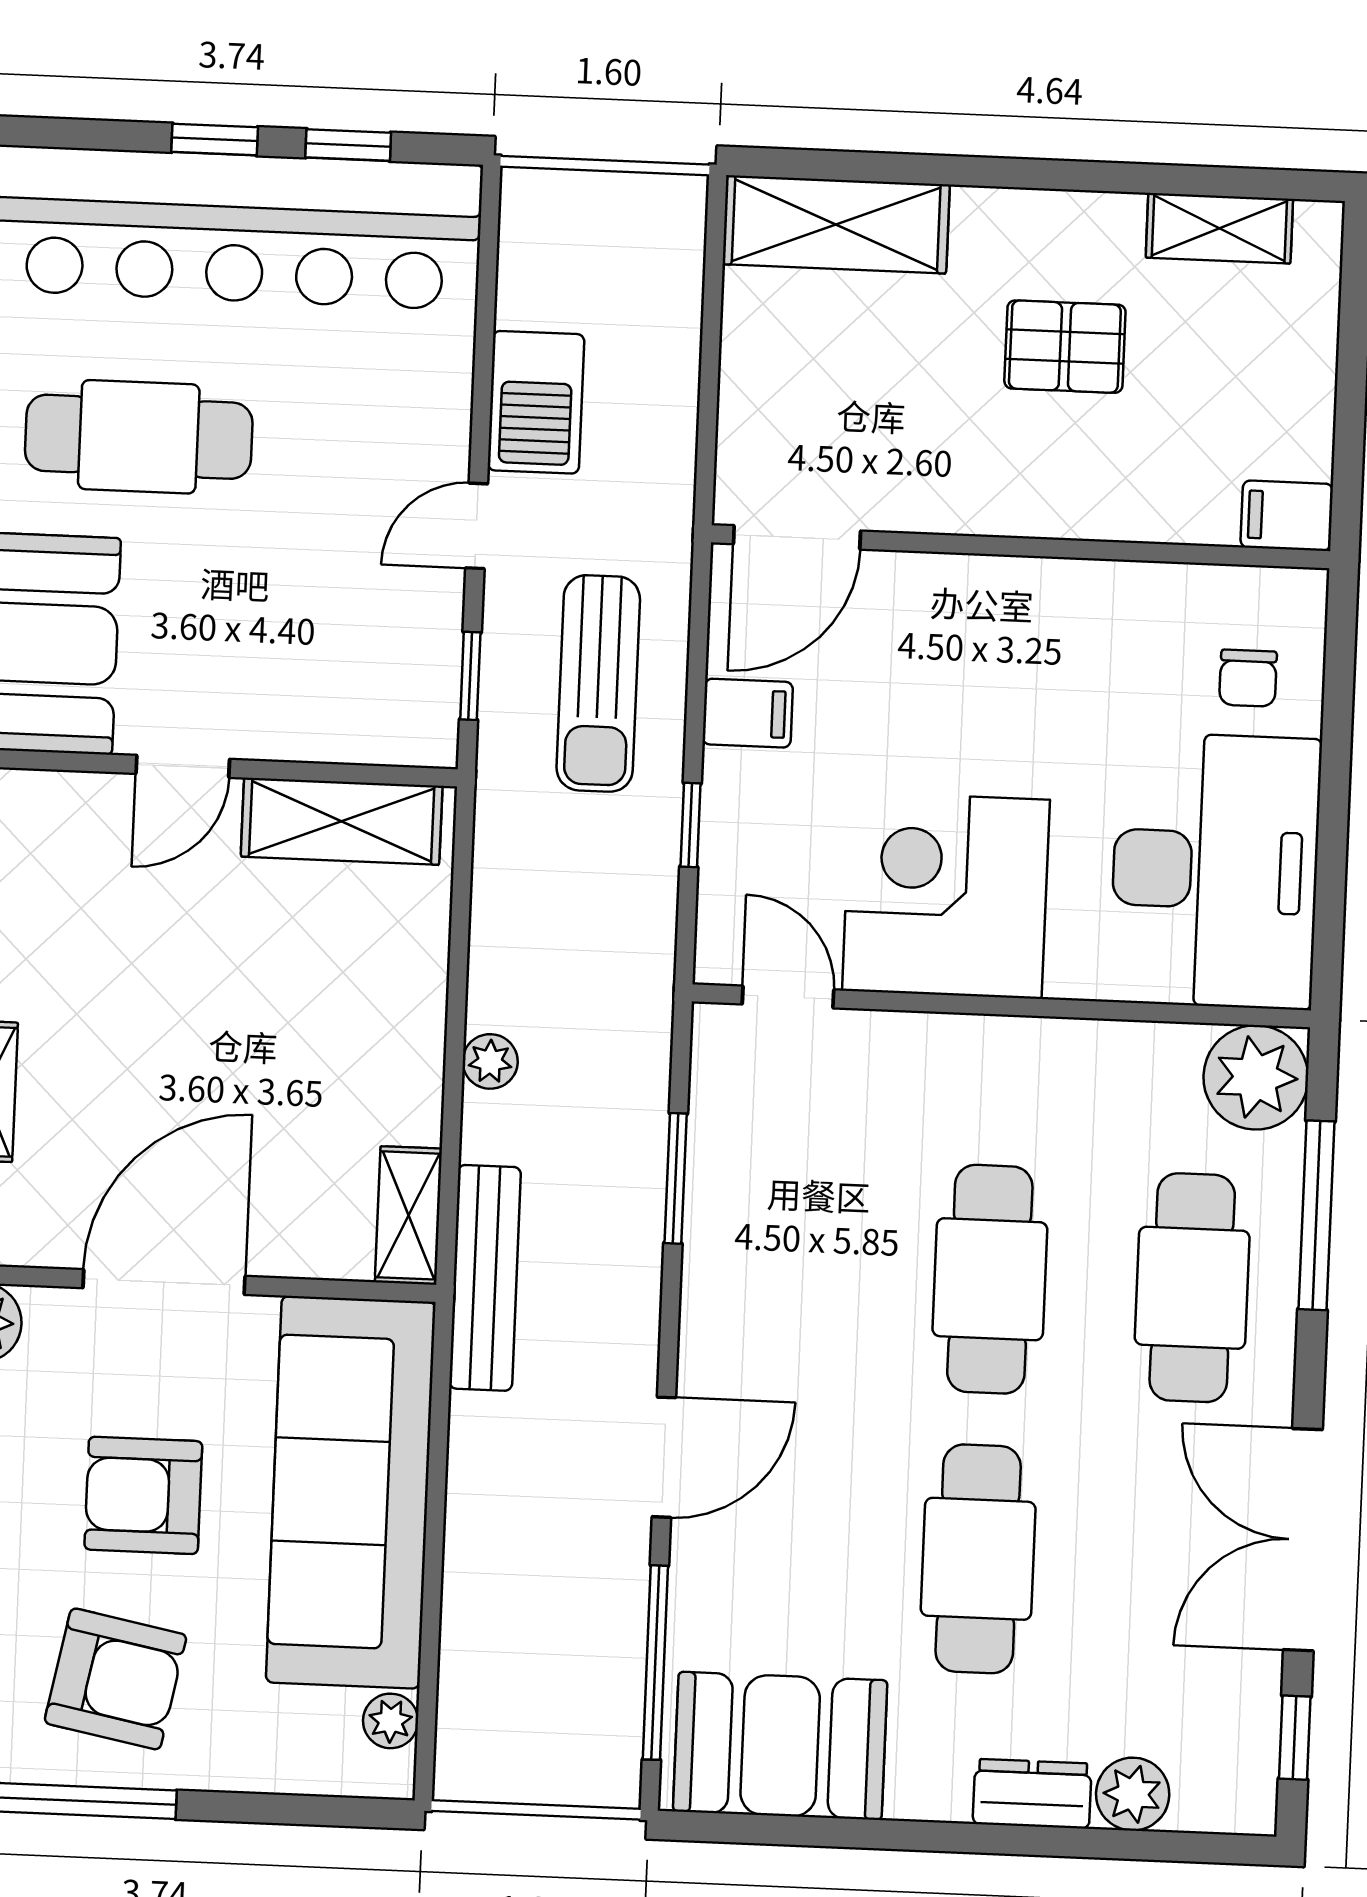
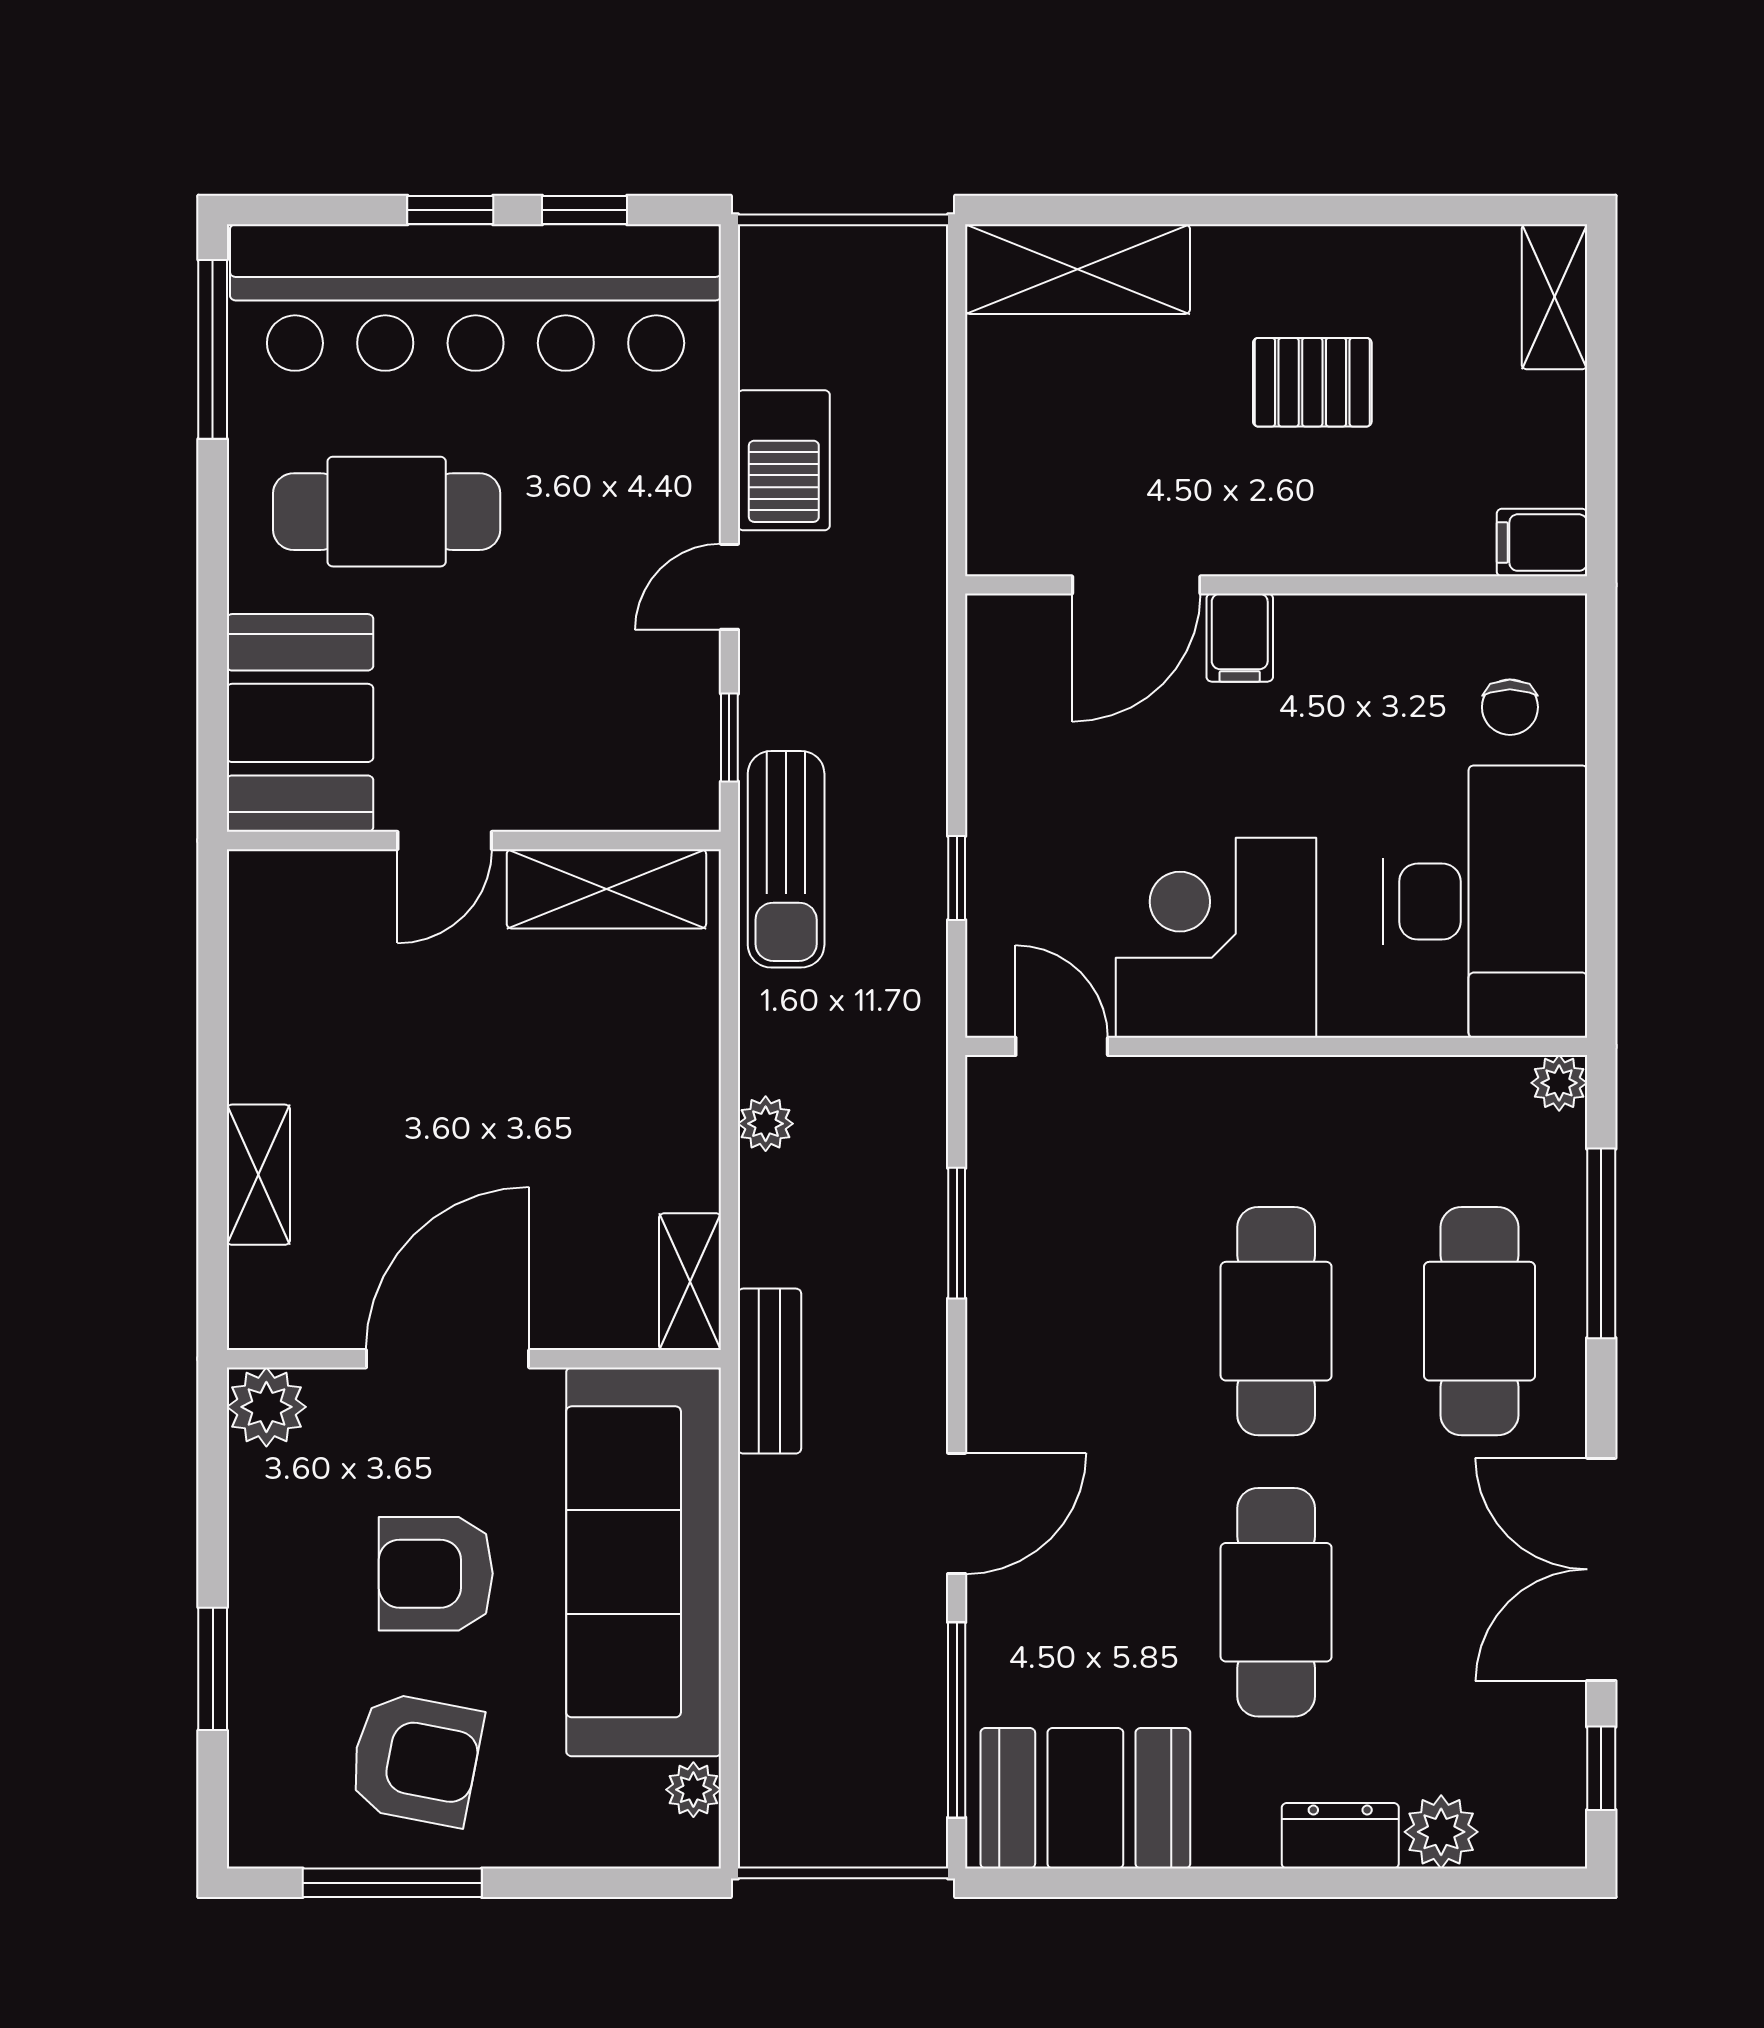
shelving: (1219, 228) -> (1554, 297), moved, turned 90
door: (797, 537) -> (1136, 585), moved
sun lounger: (598, 683) -> (786, 859), moved
filing cabinet: (748, 713) -> (1240, 638), moved, turned 90
plant: (1256, 1077) -> (1559, 1083), width x0.53, depth x0.53
bench: (485, 1278) -> (769, 1371), width x0.73

